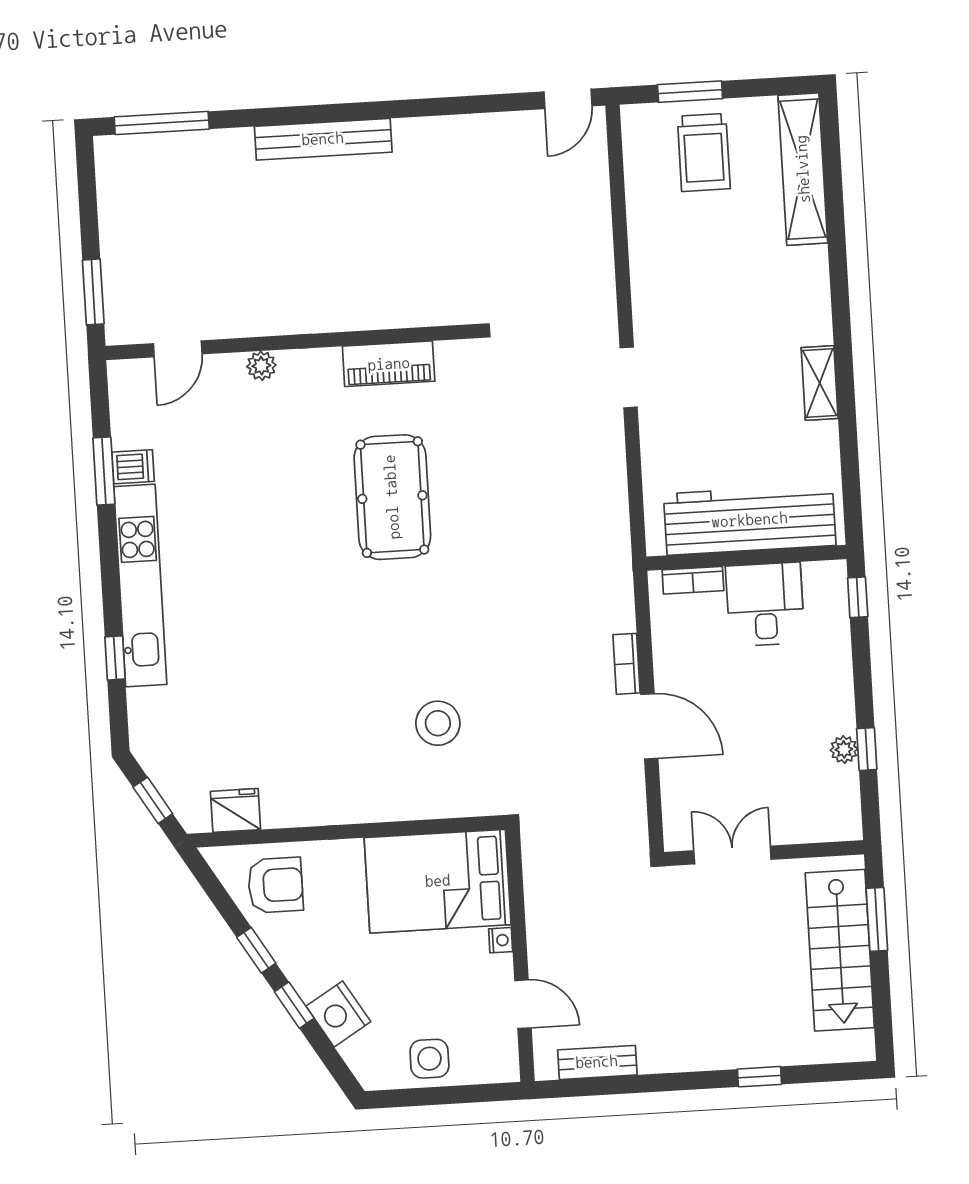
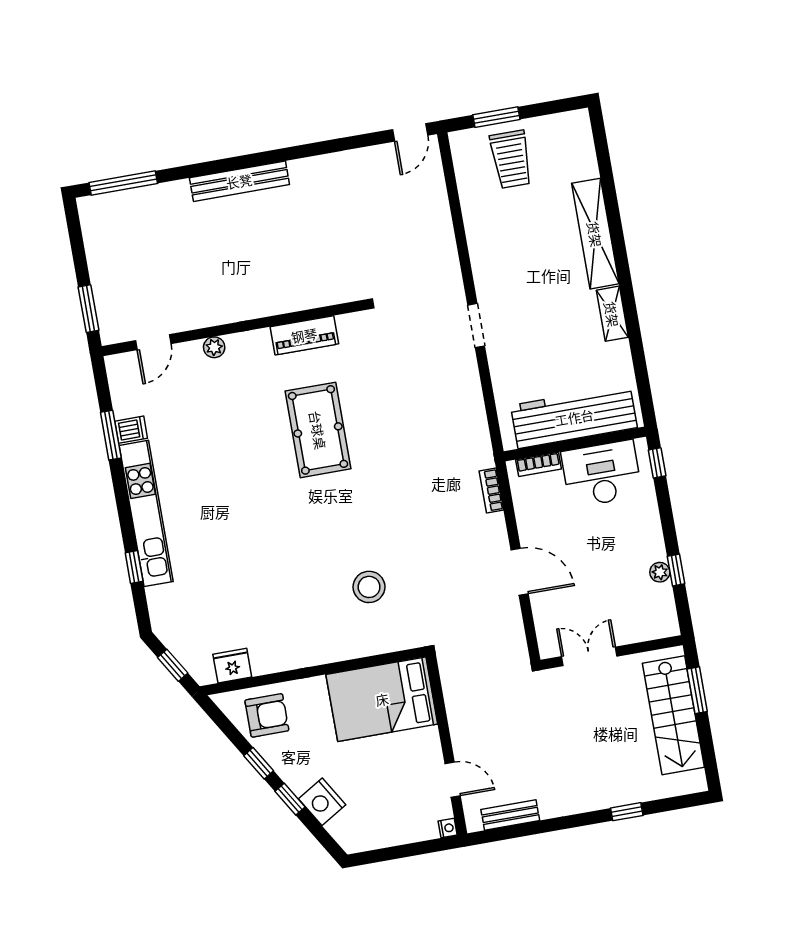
shelving: (803, 169) -> (595, 234), moved
desk: (765, 604) -> (602, 474), width x1.37
bookcase: (626, 664) -> (491, 490), moved
nightstand: (501, 940) -> (448, 828), moved
side table: (429, 1059) -> (391, 826), removed

